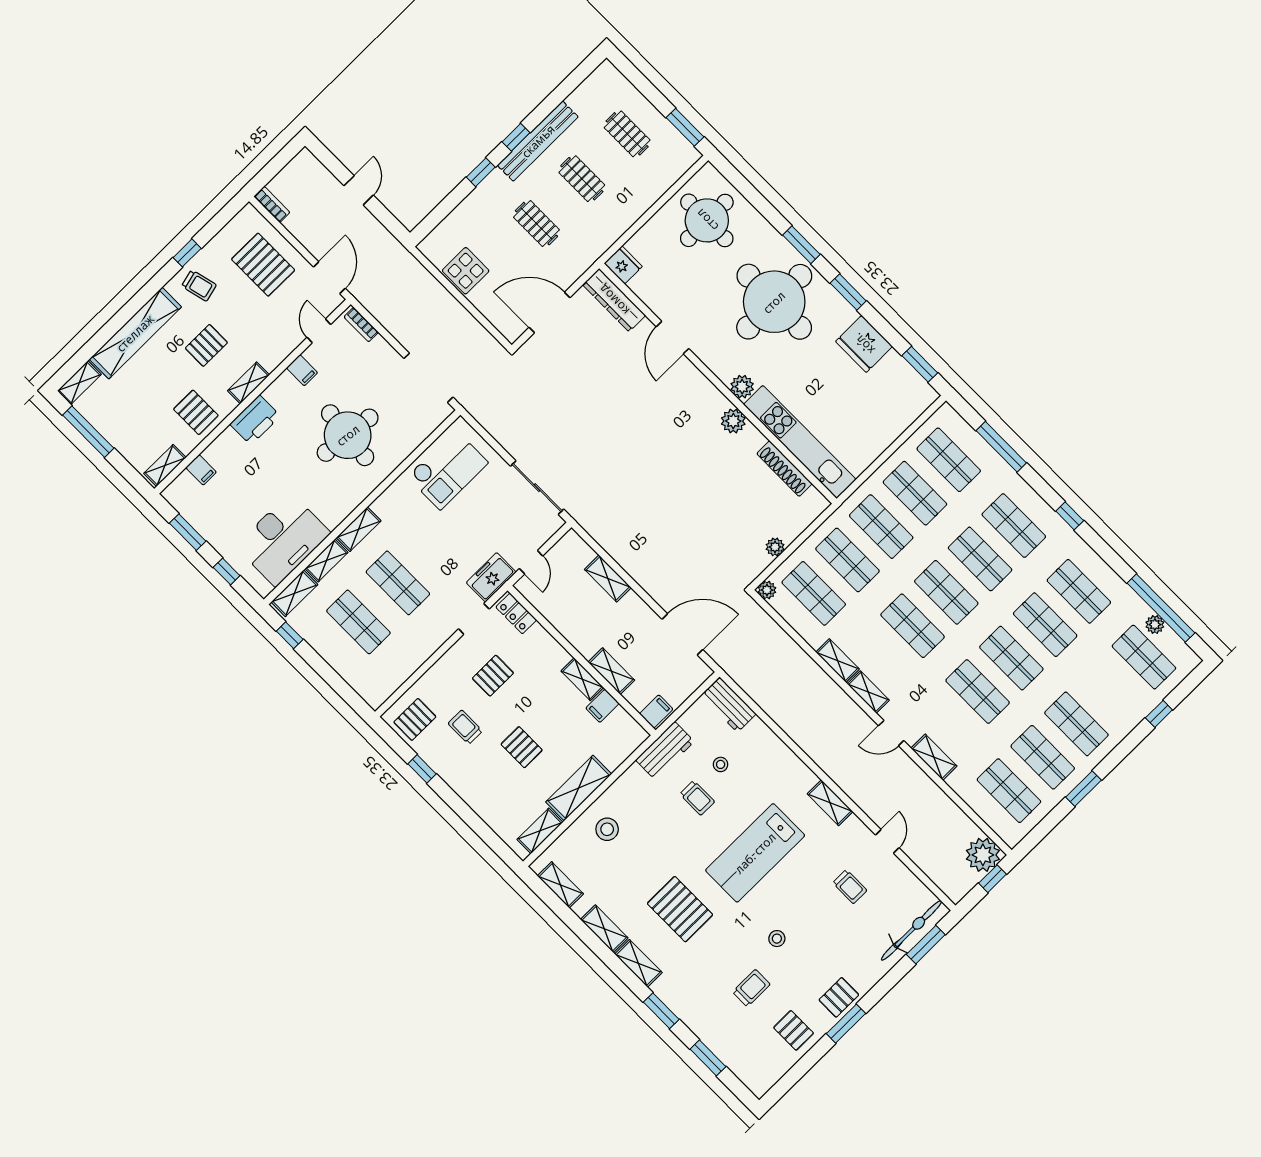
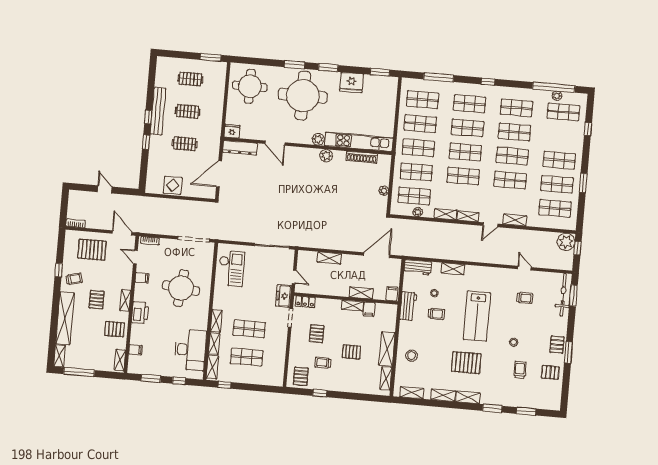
plant: (767, 590) -> (418, 212), moved
shelving: (830, 803) -> (453, 269), moved

